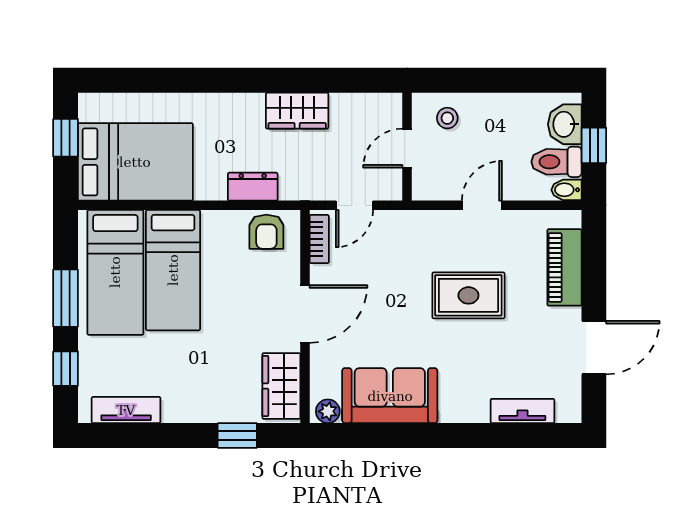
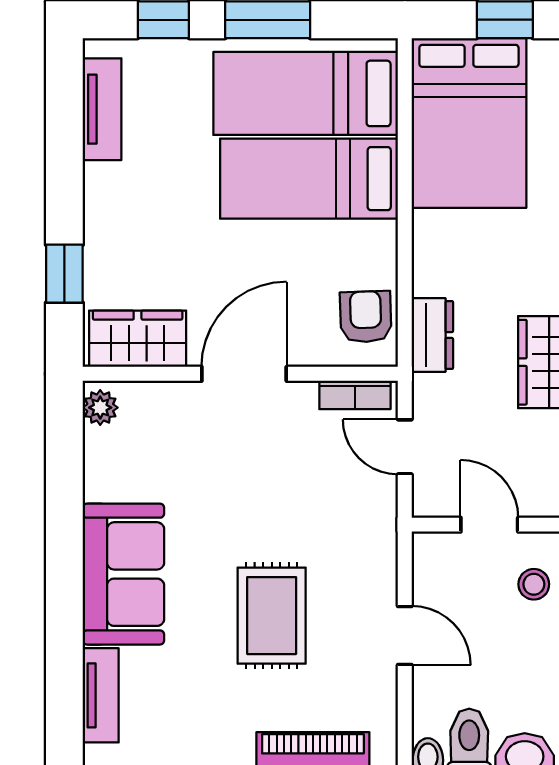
dresser: (253, 187) -> (432, 335), moved
armchair: (266, 232) -> (366, 317), turned 88
door: (305, 314) -> (244, 374), swing flipped
sofa: (390, 396) -> (123, 574), moved

